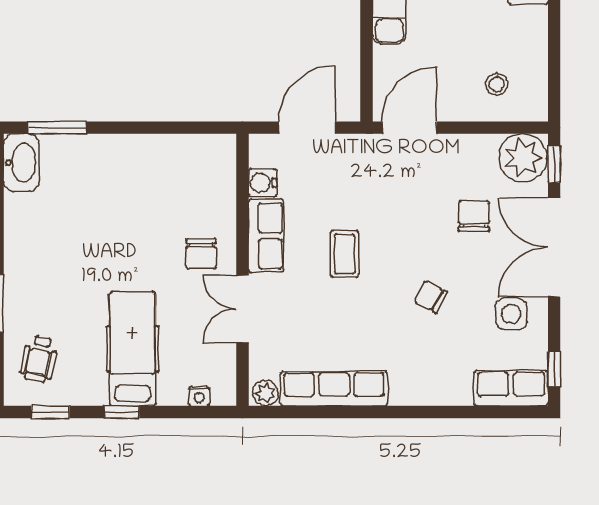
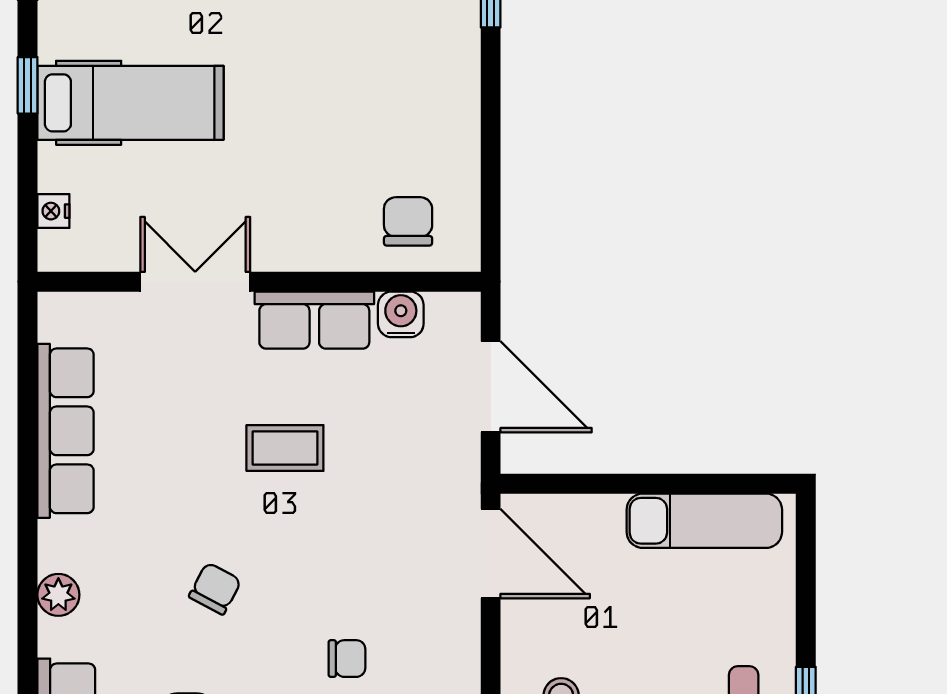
chair: (474, 216) -> (347, 659), width x0.73, depth x0.73
chair: (201, 254) -> (408, 221), moved, turned 90
plant: (265, 393) -> (58, 595), moved

